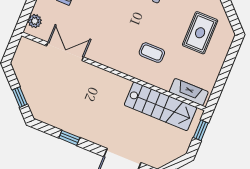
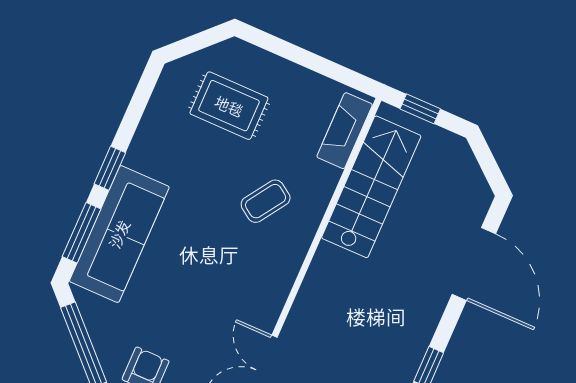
coffee table: (152, 53) -> (266, 201), turned 34

